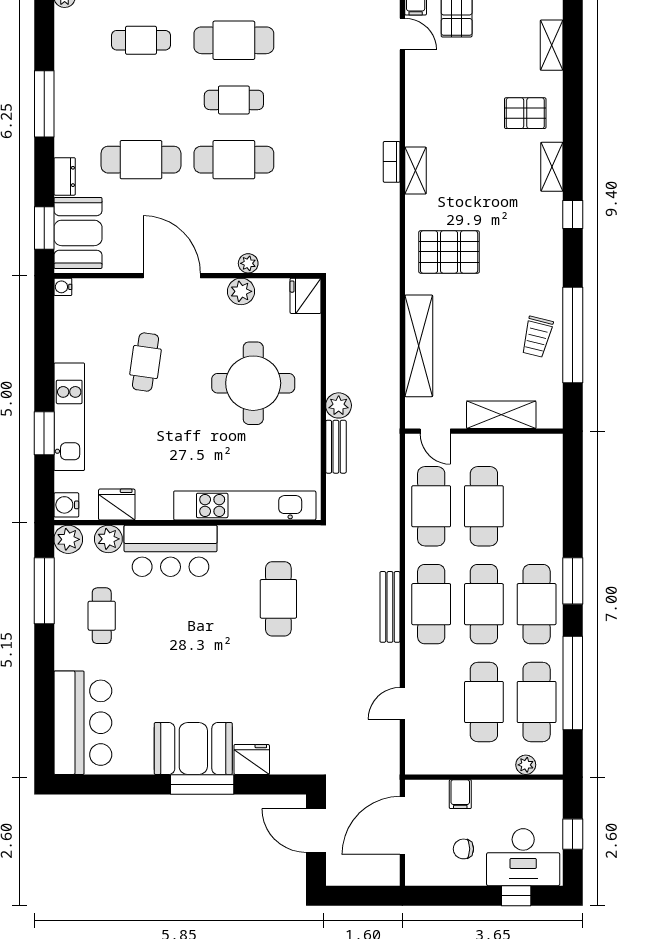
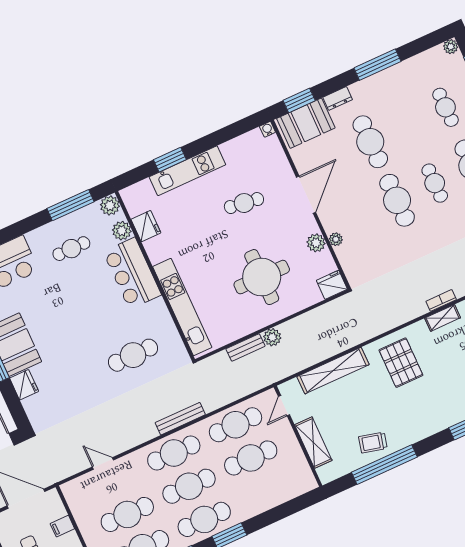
water cooler: (66, 505) -> (131, 194), removed
bench: (390, 607) -> (180, 419), moved

